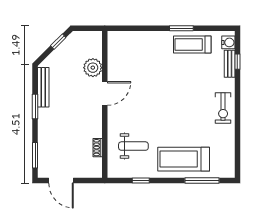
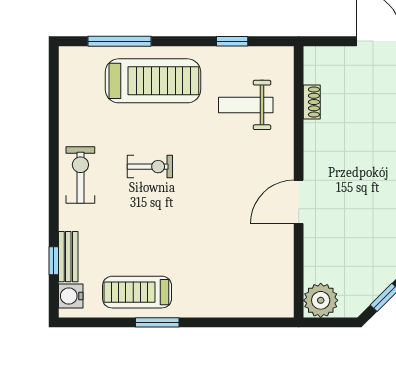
treadmill: (192, 45) -> (137, 292), turned 180
plant: (93, 68) -> (321, 300), moved
exercise bike: (185, 113) -> (150, 167), added

